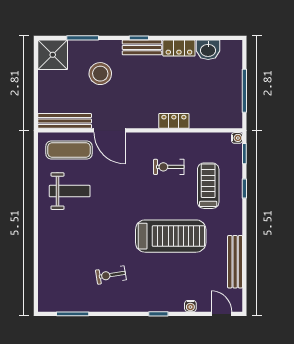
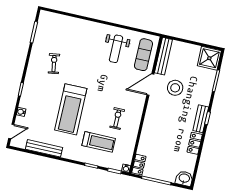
washbasin: (208, 50) -> (184, 178), moved, turned 90
stool: (100, 74) -> (175, 88), moved
locker: (174, 121) -> (139, 165), moved

